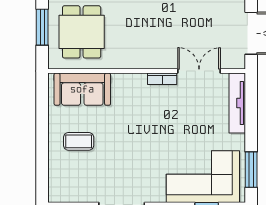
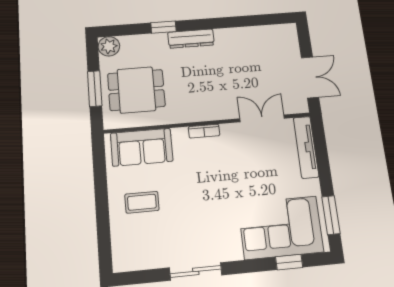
dining table: (82, 32) -> (136, 90), turned 90
bookcase: (162, 79) -> (204, 131), moved

